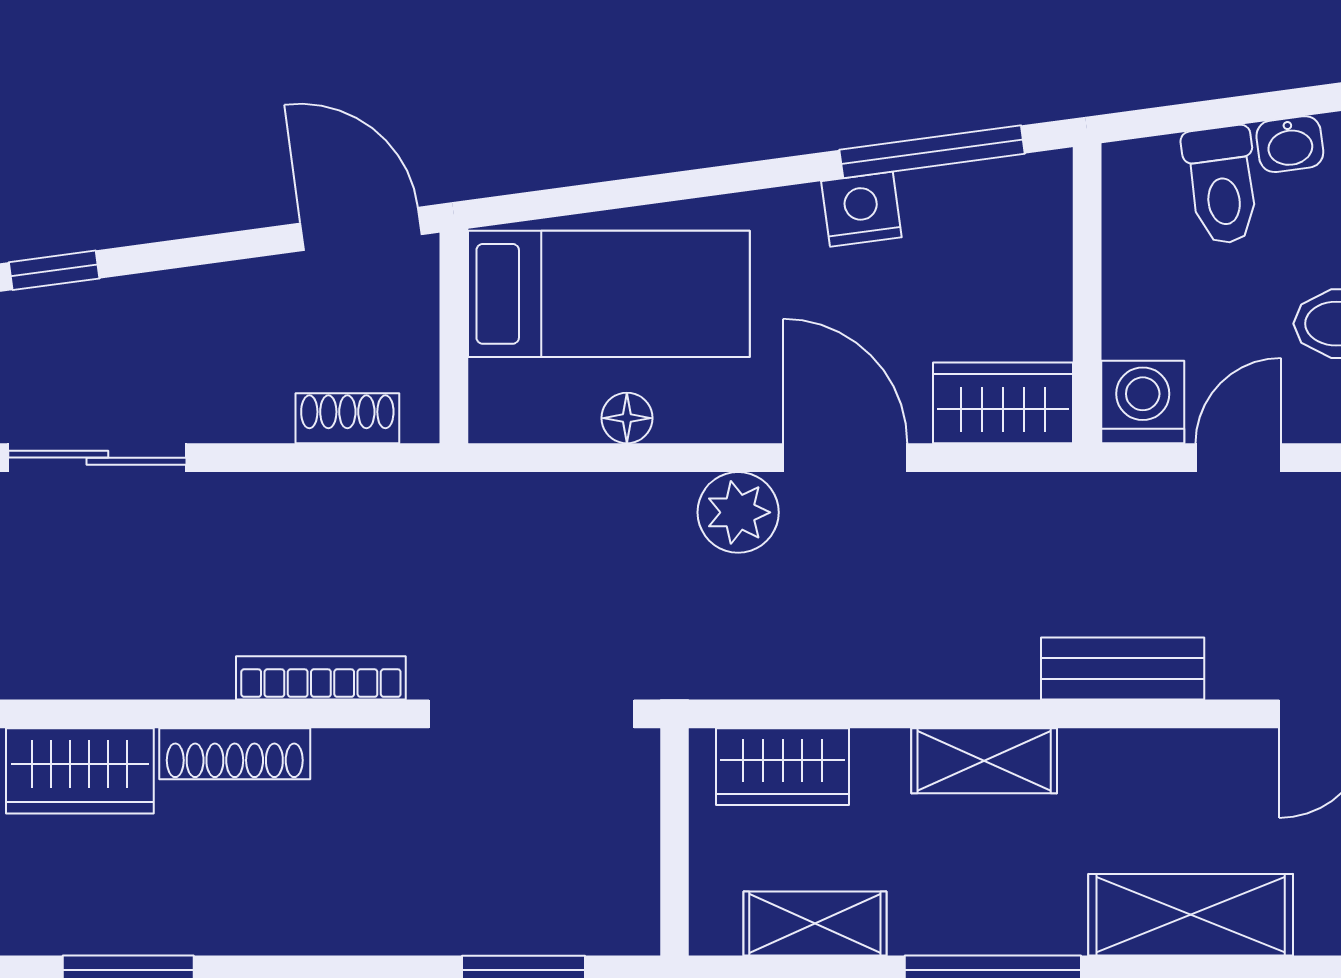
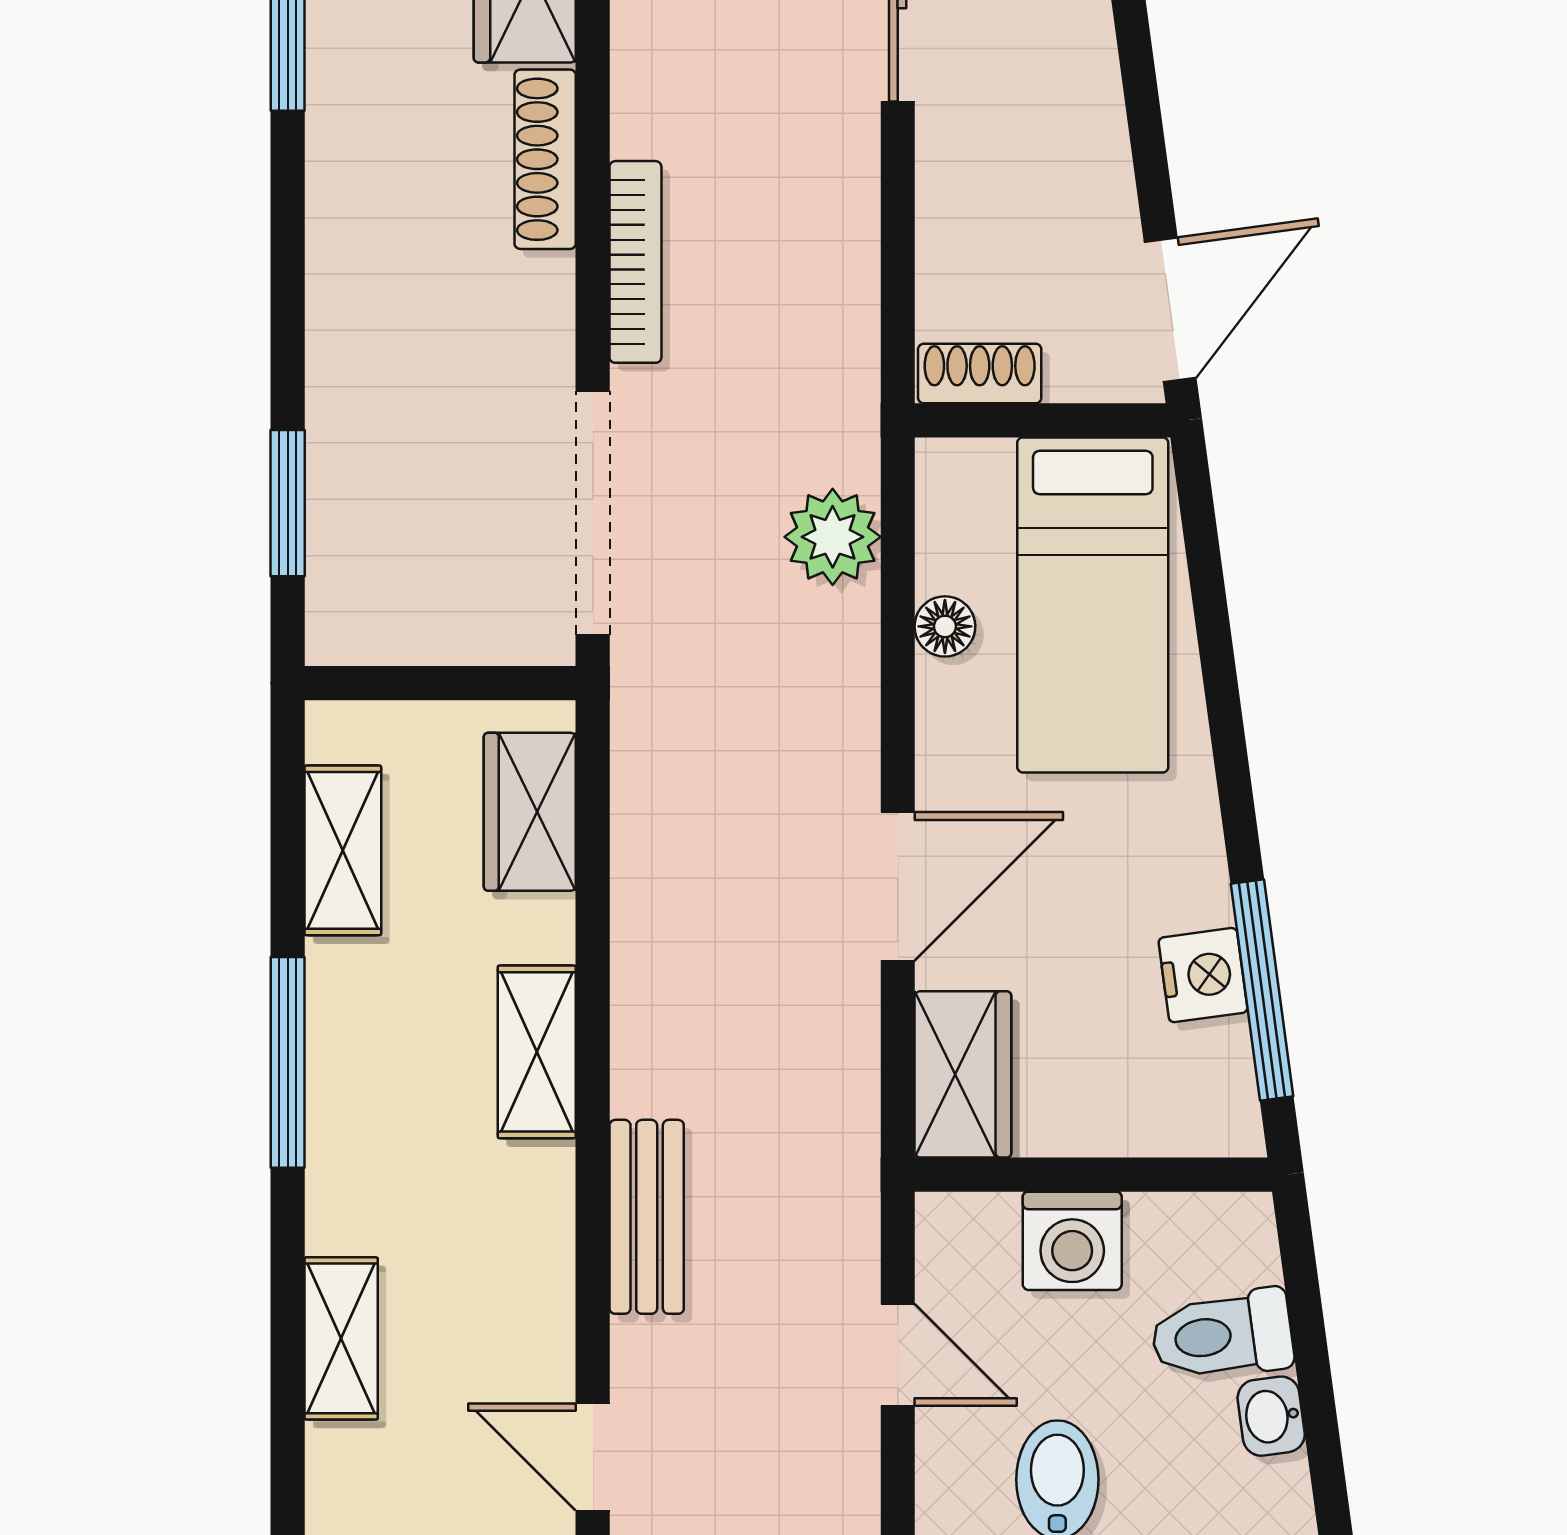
nightstand: (861, 209) -> (1203, 975), moved
washing machine: (1143, 402) -> (1072, 1241), moved, turned 90
shoe rack: (347, 418) -> (980, 374), moved, turned -90
plant: (738, 512) -> (833, 537), moved
shelving: (1191, 915) -> (341, 1338), width x0.67, depth x0.75

